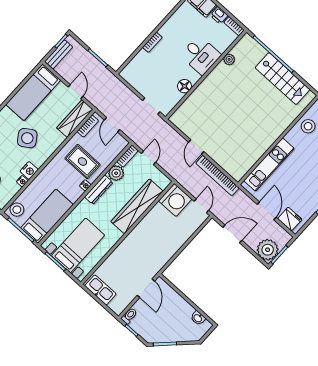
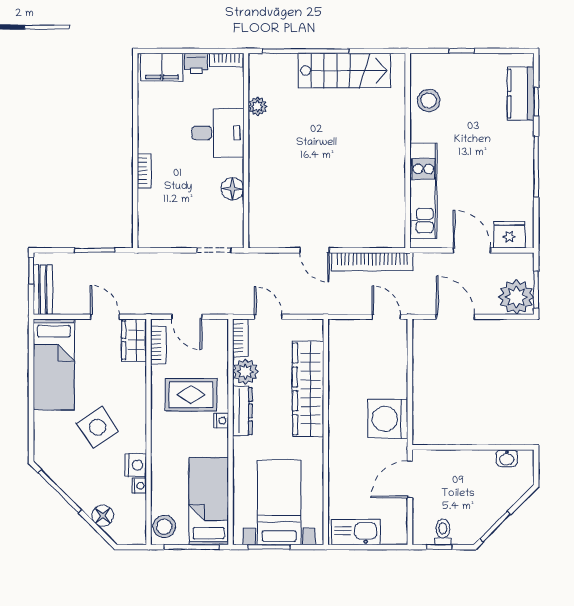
wardrobe: (75, 119) -> (134, 340), width x0.67
washing machine: (175, 200) -> (388, 419), moved, turned 180
door: (232, 234) -> (455, 317), hinge flipped
door: (146, 288) -> (410, 479), swing flipped
toilet: (129, 316) -> (443, 532), moved

